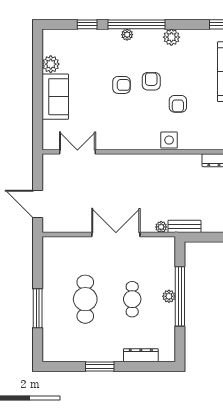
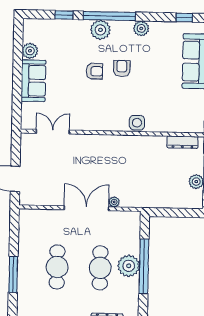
plant: (127, 35) -> (100, 30), width x1.88, depth x1.88
armchair: (178, 104) -> (146, 90), removed
bench: (185, 226) -> (150, 202), removed
plant: (161, 227) -> (114, 202), moved
plant: (169, 296) -> (129, 266), width x1.87, depth x1.87
cafe table: (132, 299) -> (100, 268), width x1.37, depth x1.35

